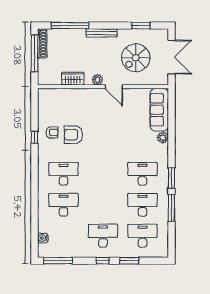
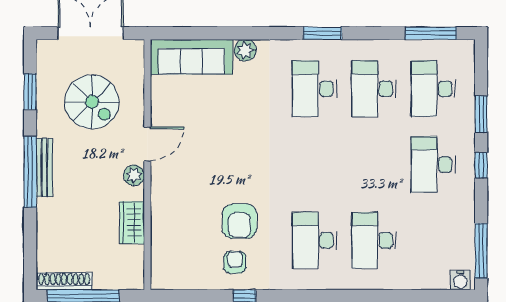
window: (70, 26) -> (30, 172), moved
window: (171, 208) -> (431, 33), moved
water cooler: (43, 238) -> (460, 280), moved

